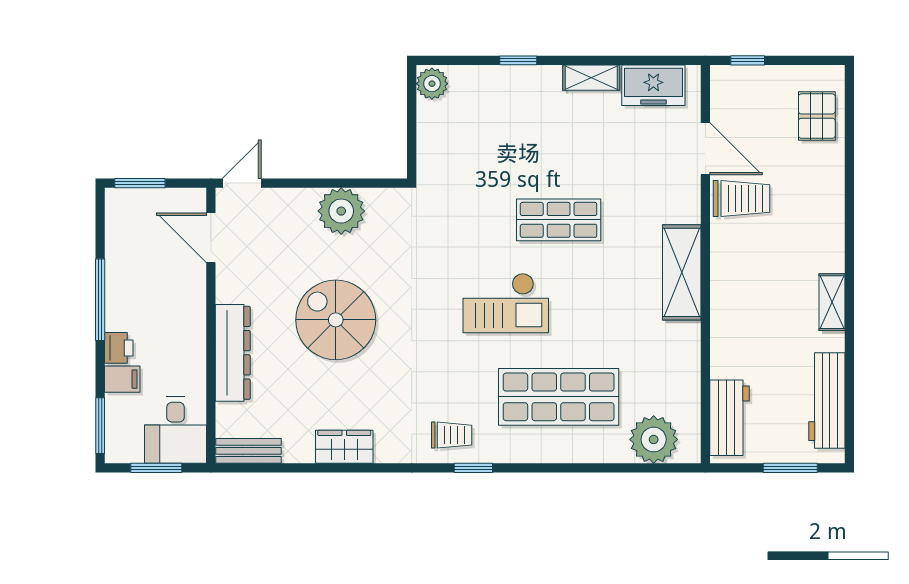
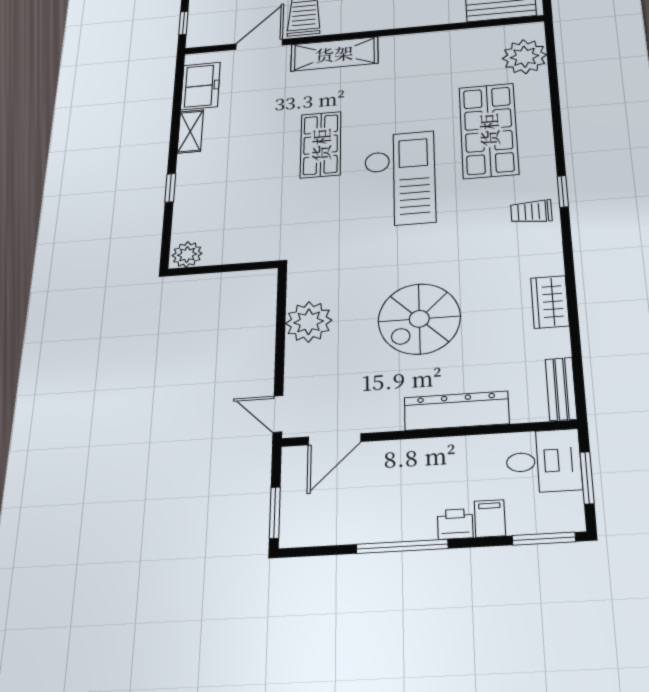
shelving: (682, 272) -> (334, 54), moved
checkout: (506, 303) -> (400, 179), width x1.36, depth x1.21
trolley: (452, 435) -> (531, 212), turned -90

